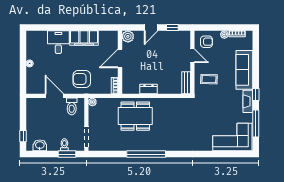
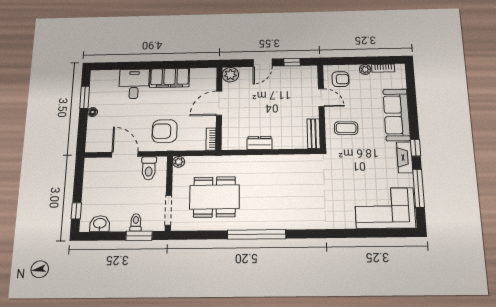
window: (23, 52) -> (85, 97), added
dining table: (135, 116) -> (214, 197), moved

